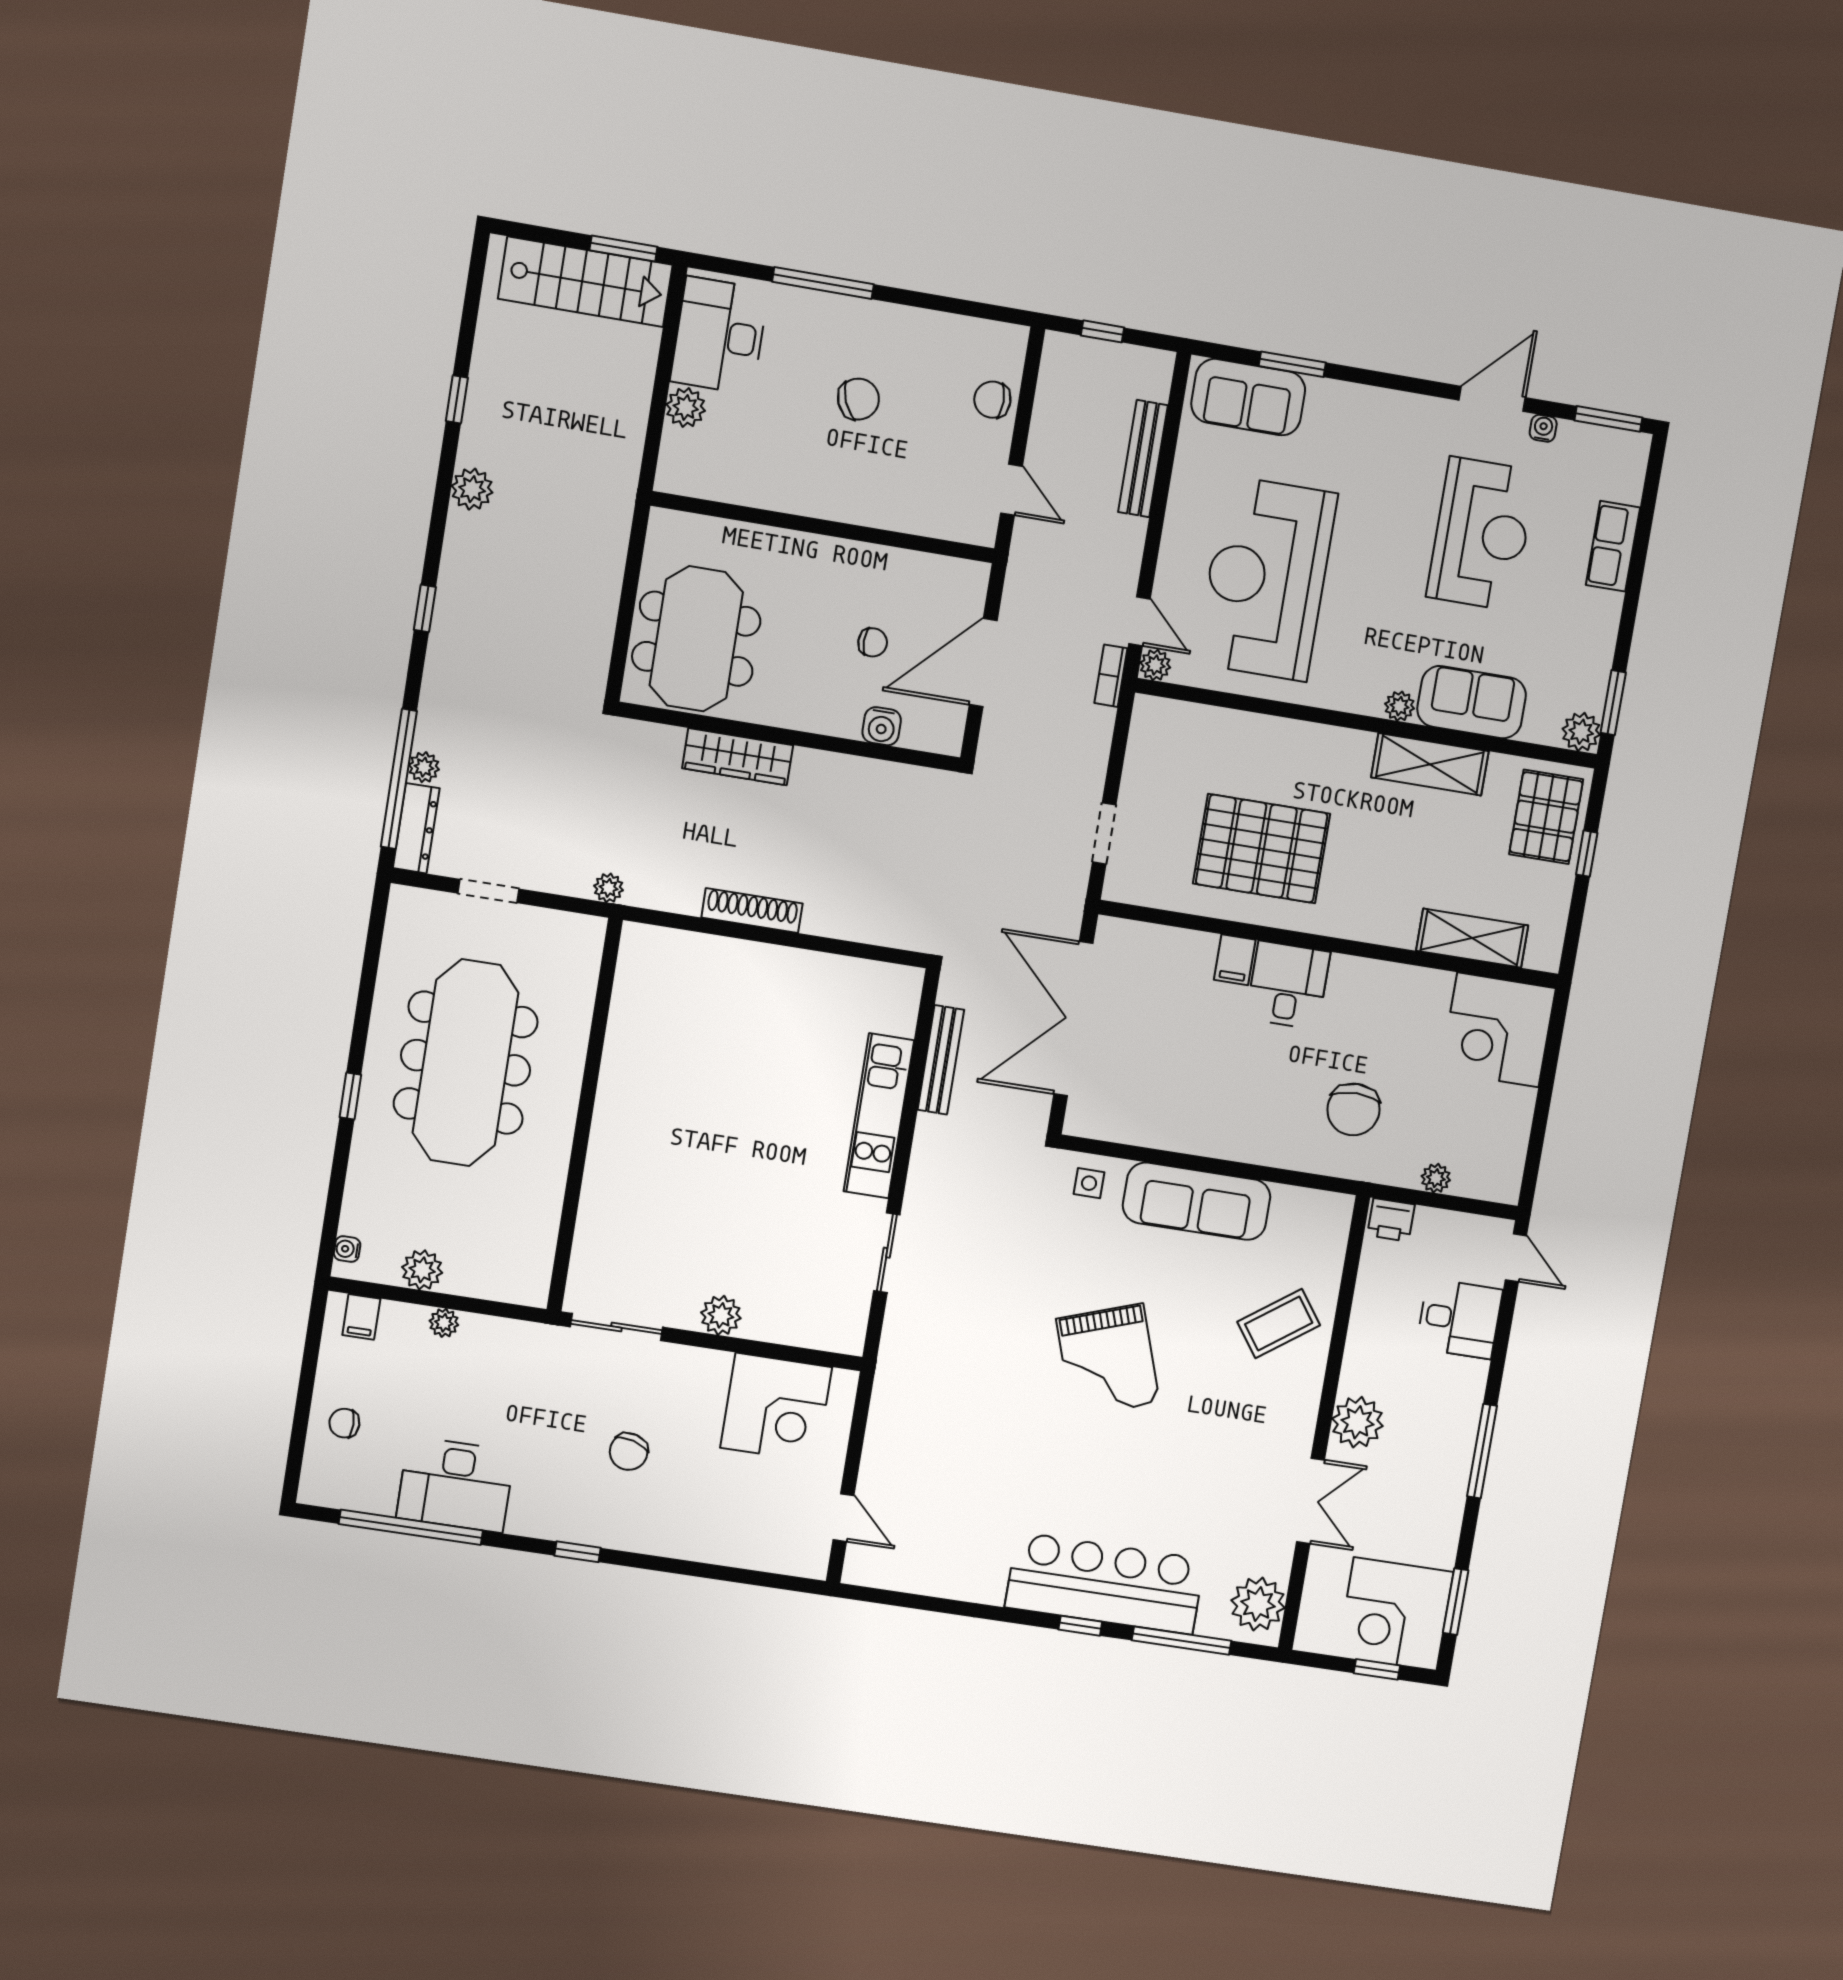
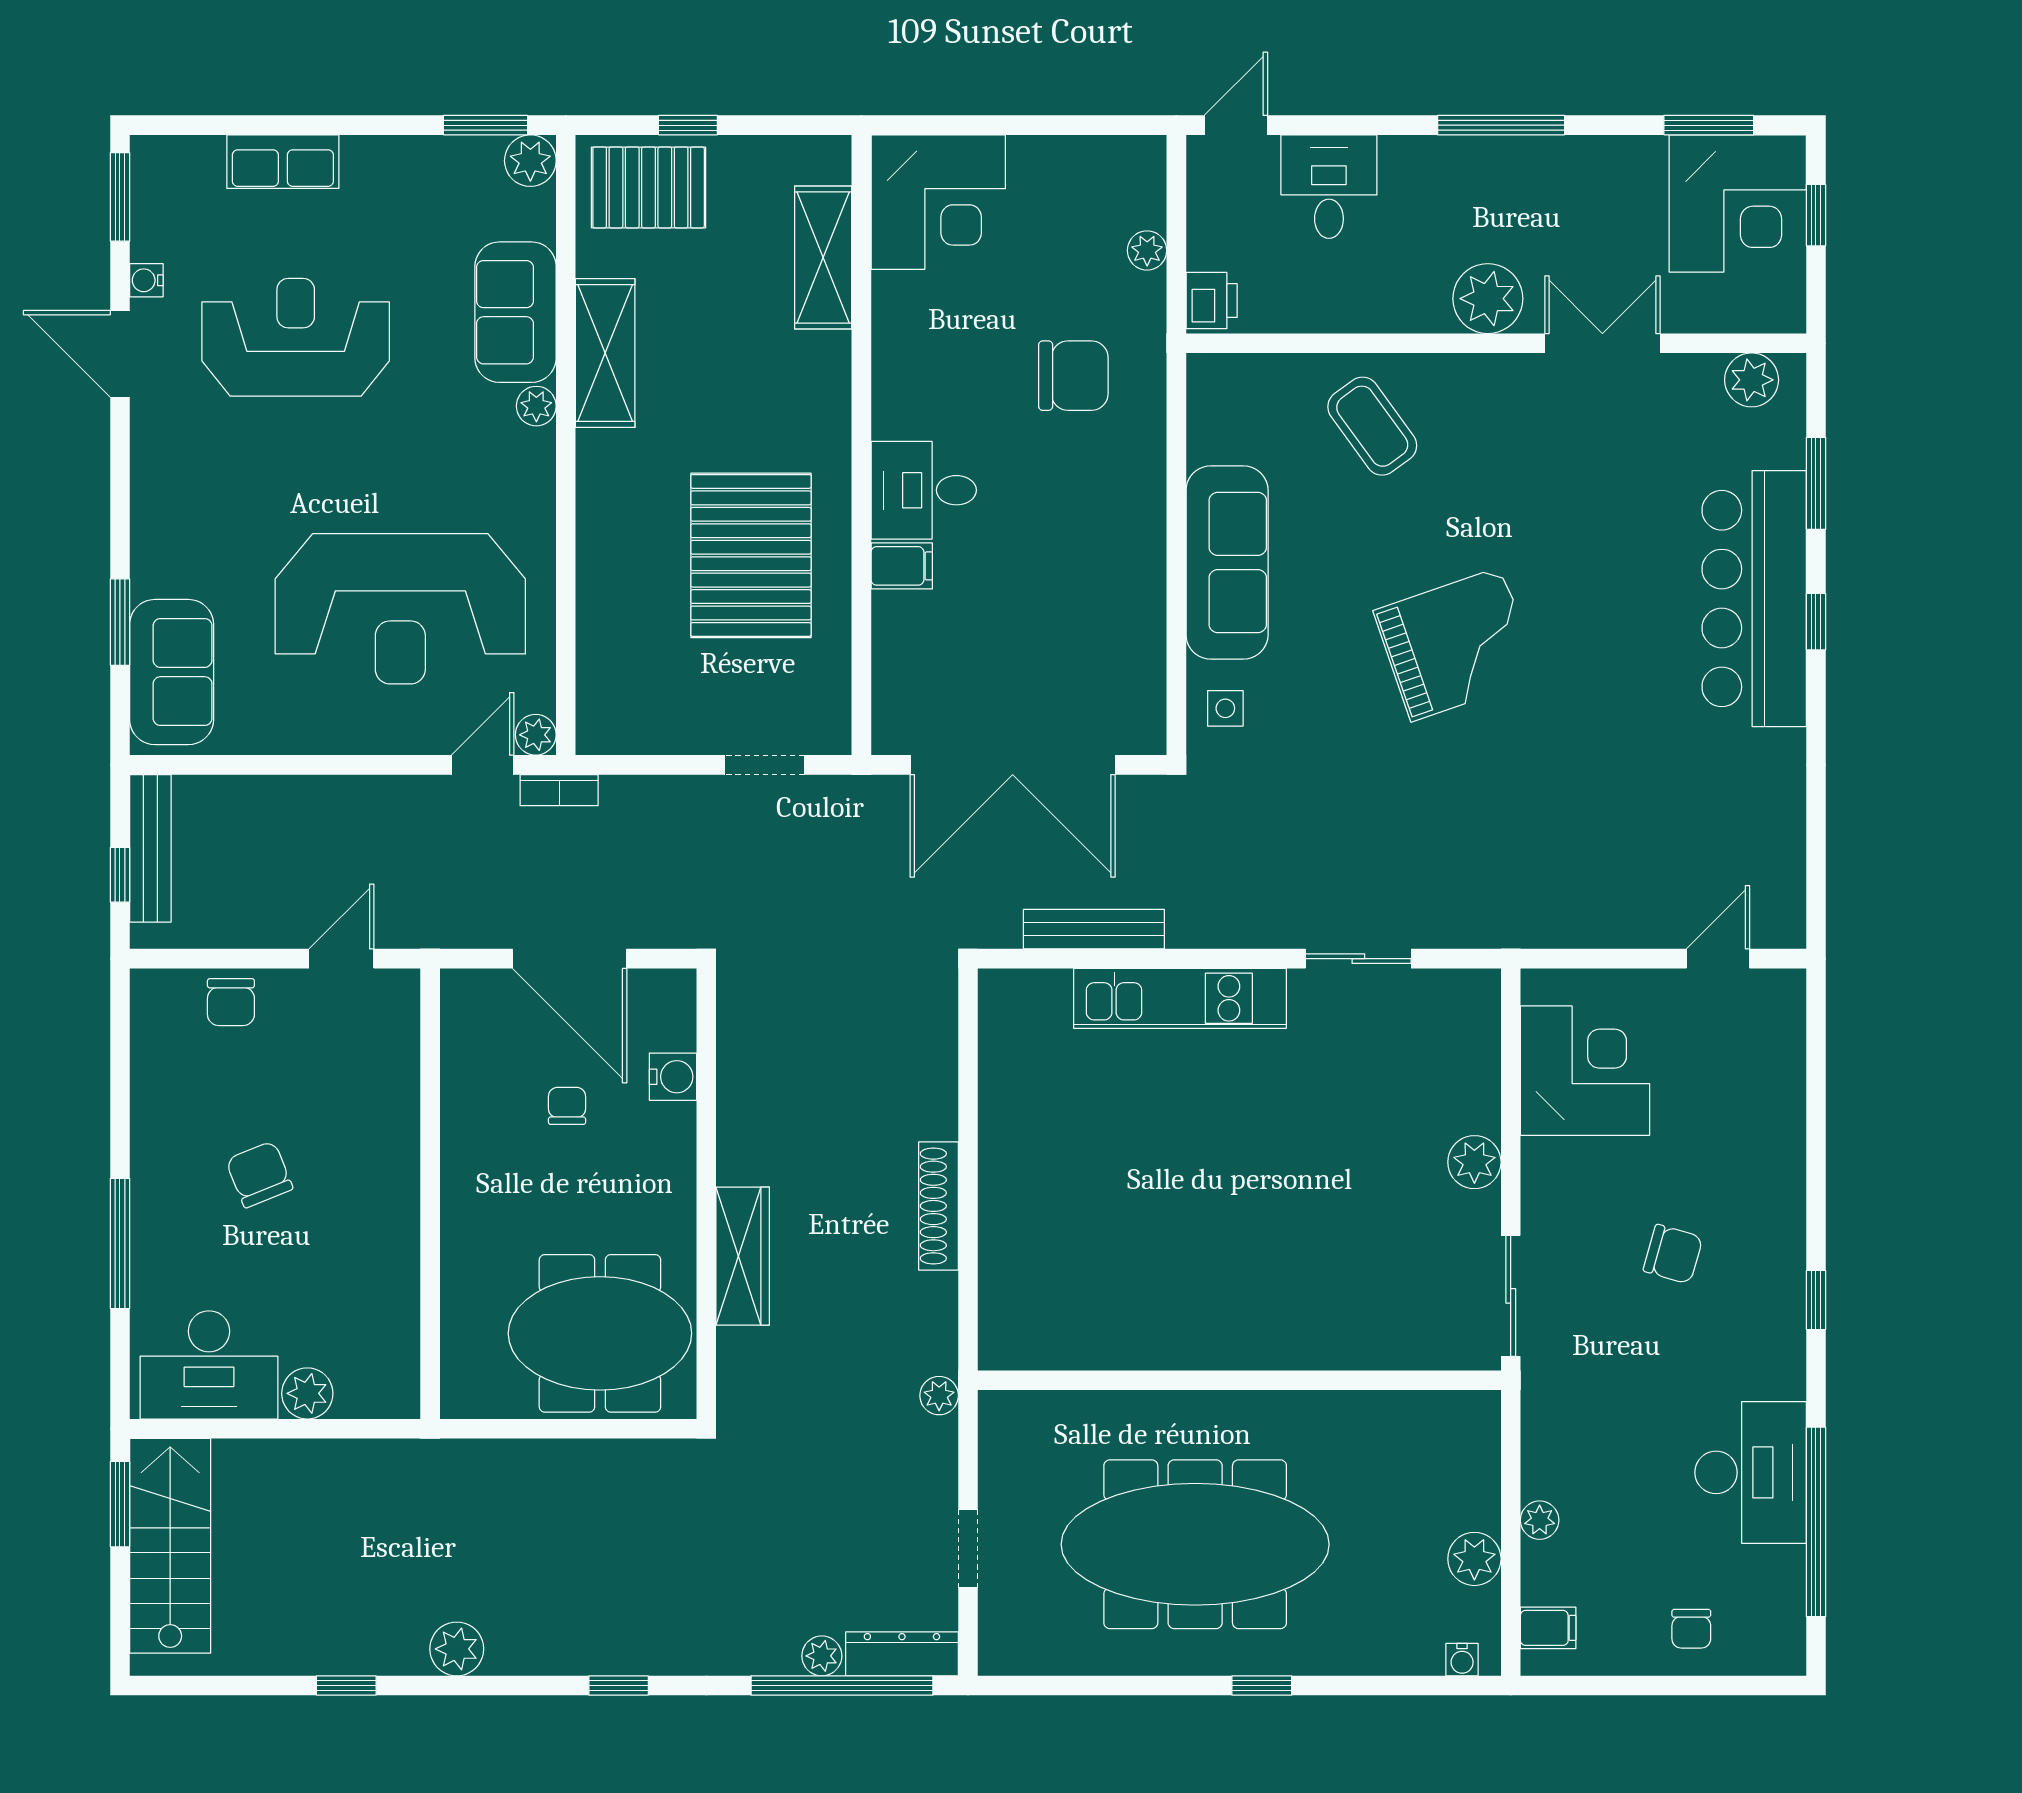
bench: (1143, 459) -> (150, 848), moved, turned 90
plant: (1258, 1604) -> (1752, 380), width x0.73, depth x0.73
window: (1182, 1641) -> (1816, 483), width x0.69

